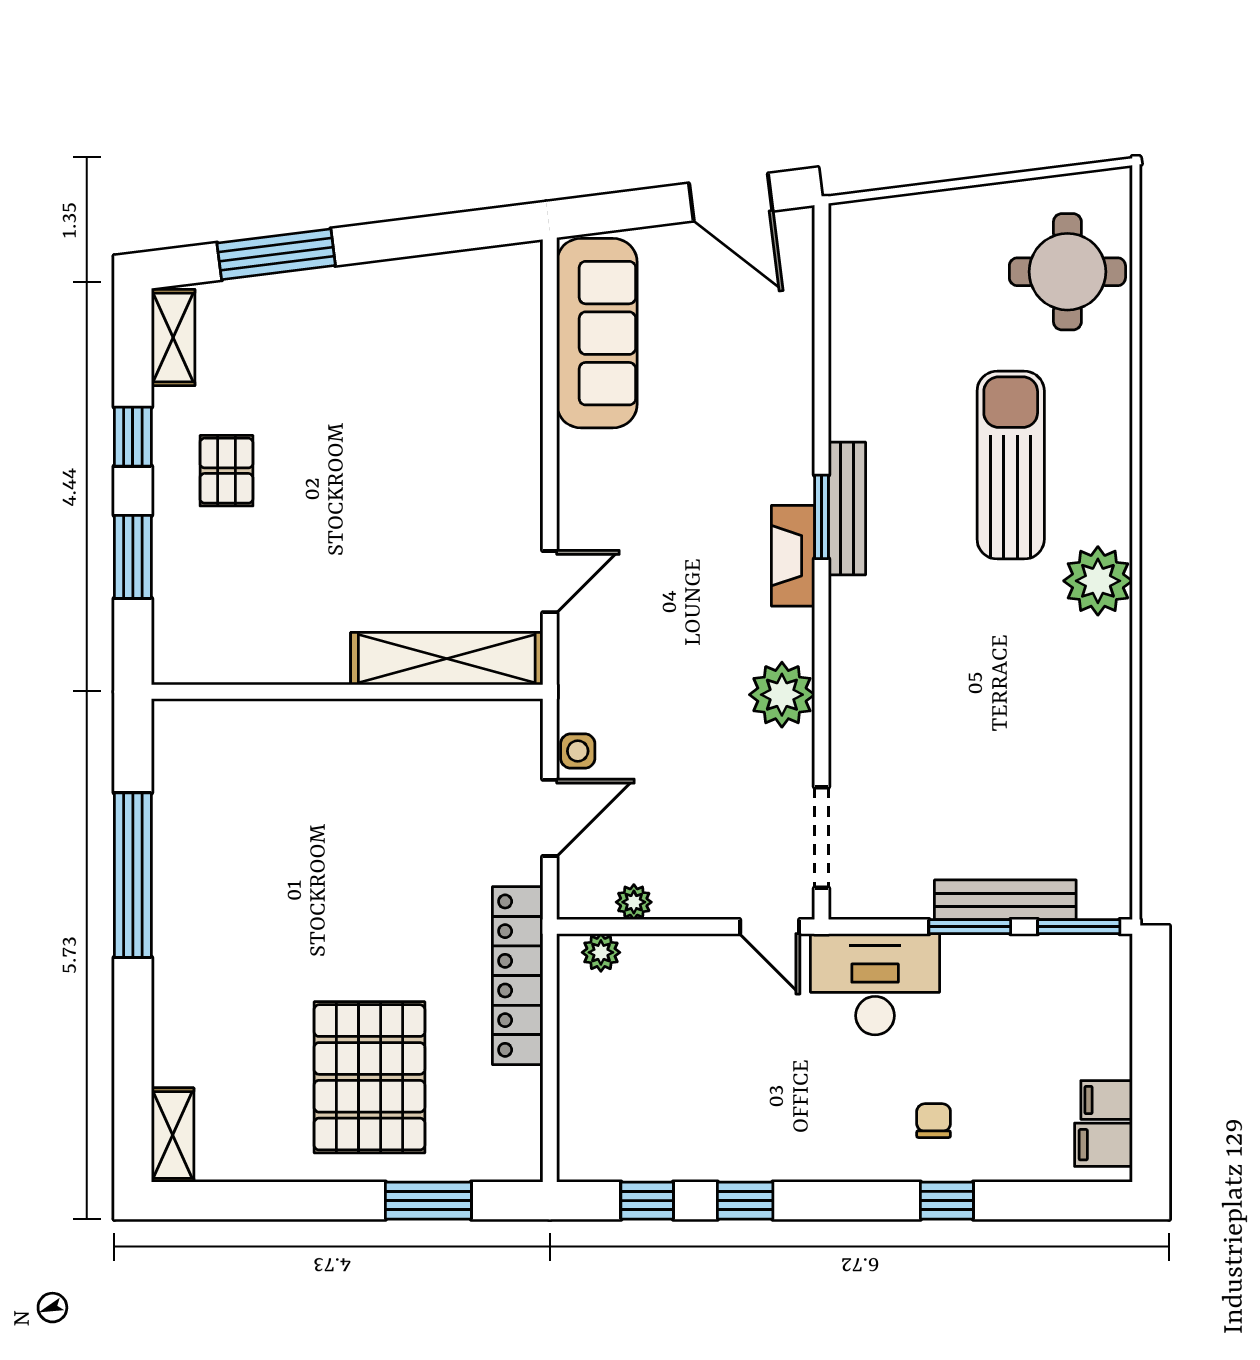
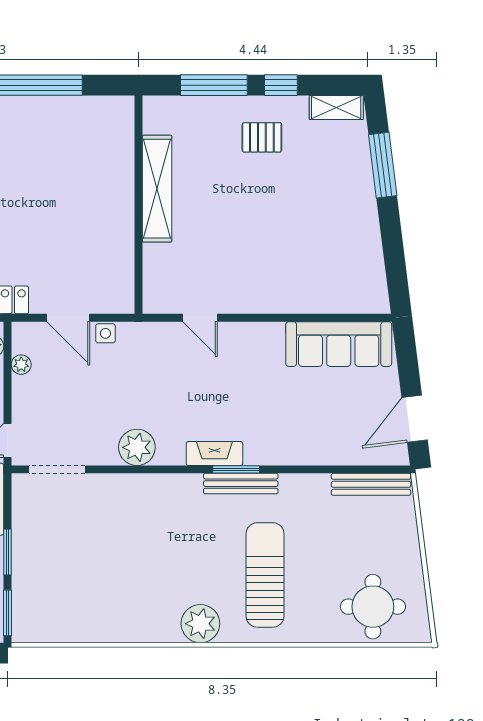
sun lounger: (1011, 465) -> (265, 575), turned -90
window: (133, 557) -> (214, 85), width x1.44
shelving: (447, 659) -> (157, 189), moved
bench: (1005, 900) -> (371, 484), moved, turned 90

